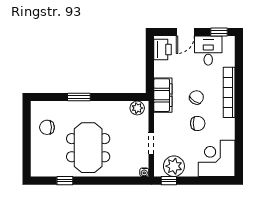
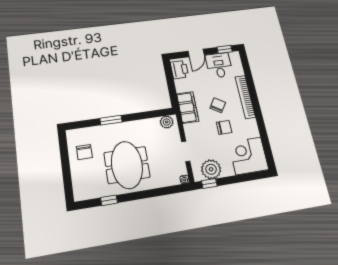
chair: (47, 127) -> (84, 152), turned -90

